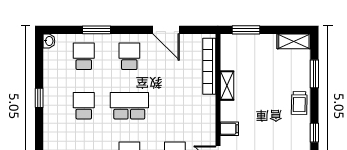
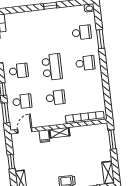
door: (166, 30) -> (106, 86), removed
shelving: (227, 86) -> (59, 133), moved
school desk: (84, 106) -> (55, 98), moved

